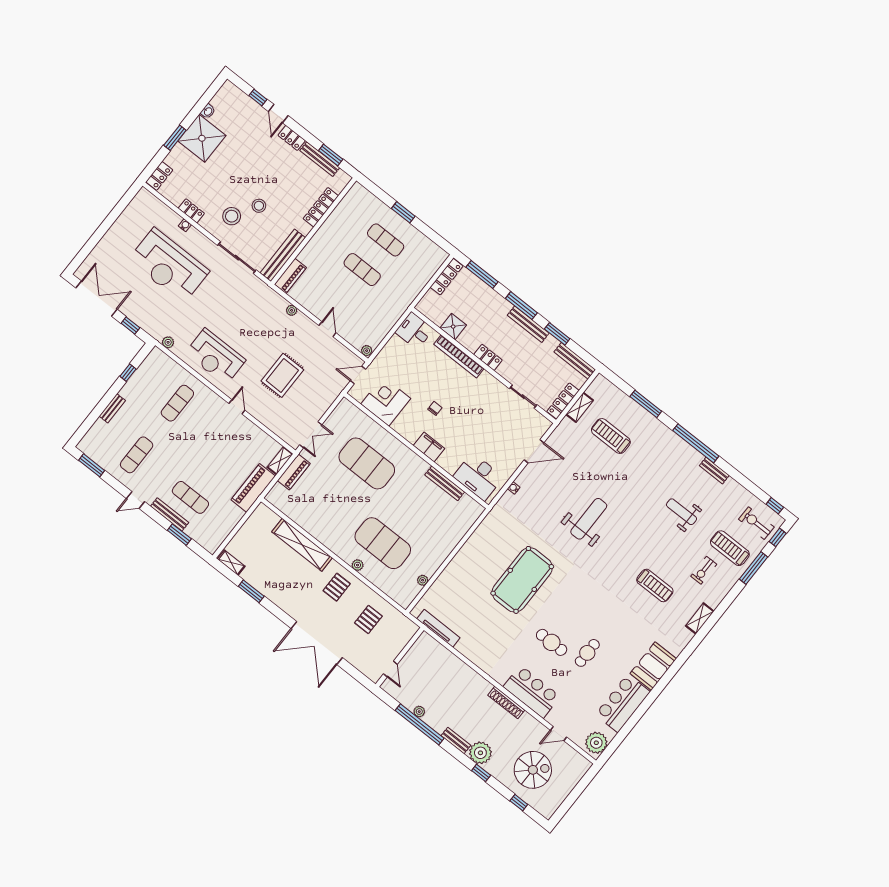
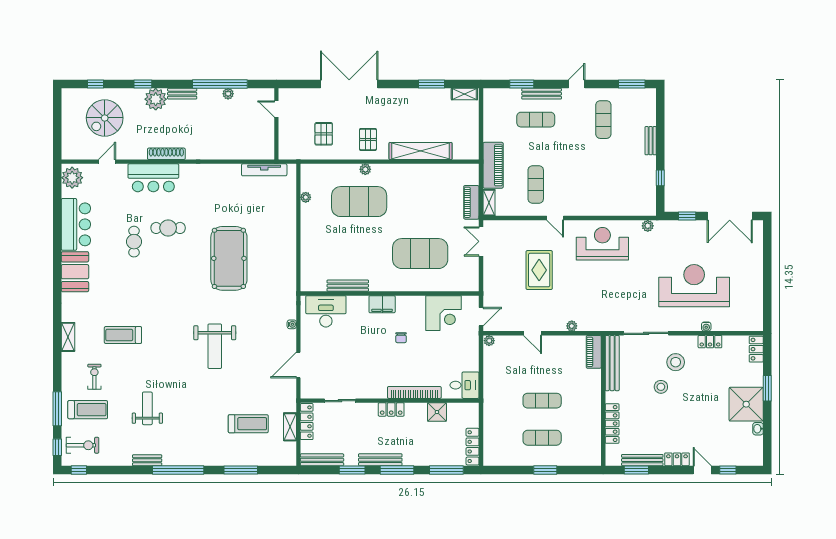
exercise mat: (177, 403) -> (536, 184), moved
weight bench: (682, 512) -> (147, 408), turned -90

